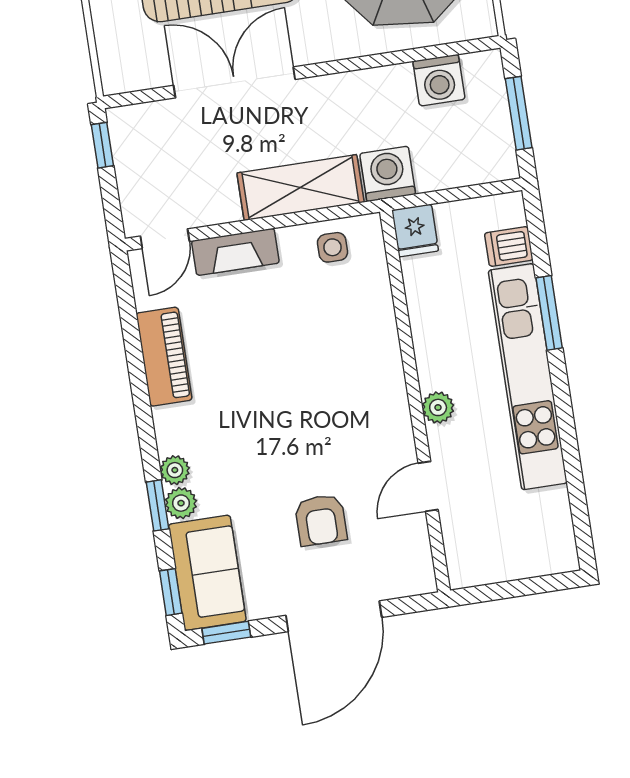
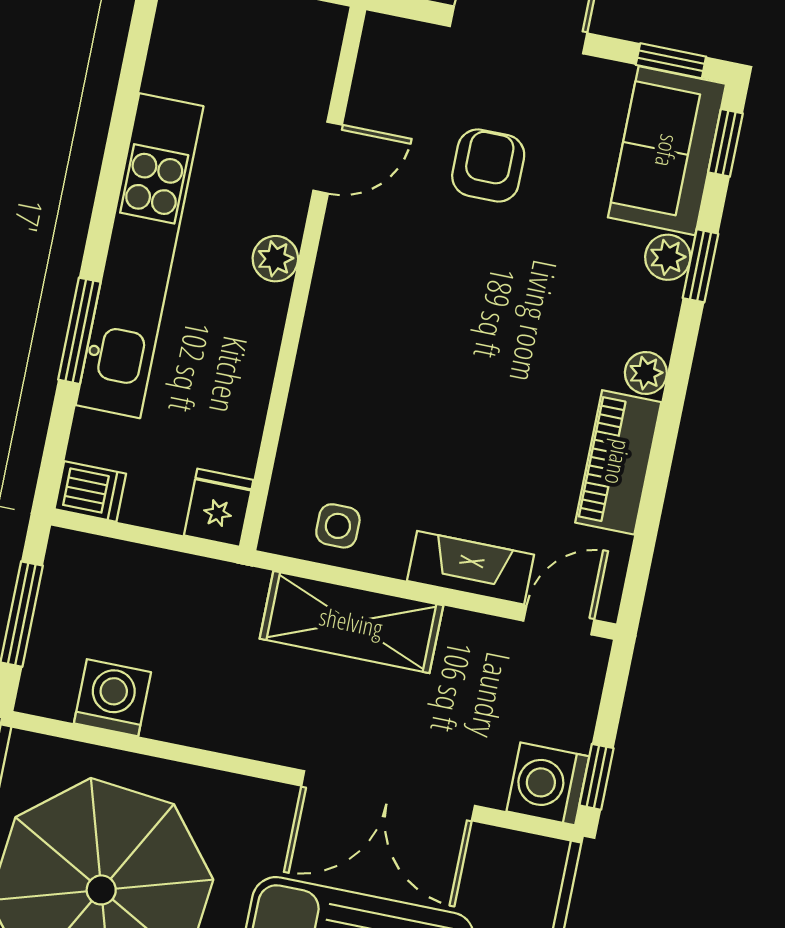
washing machine: (388, 174) -> (548, 784), moved, turned 90
dishwasher: (509, 247) -> (90, 491), moved
plant: (175, 470) -> (646, 373), moved

